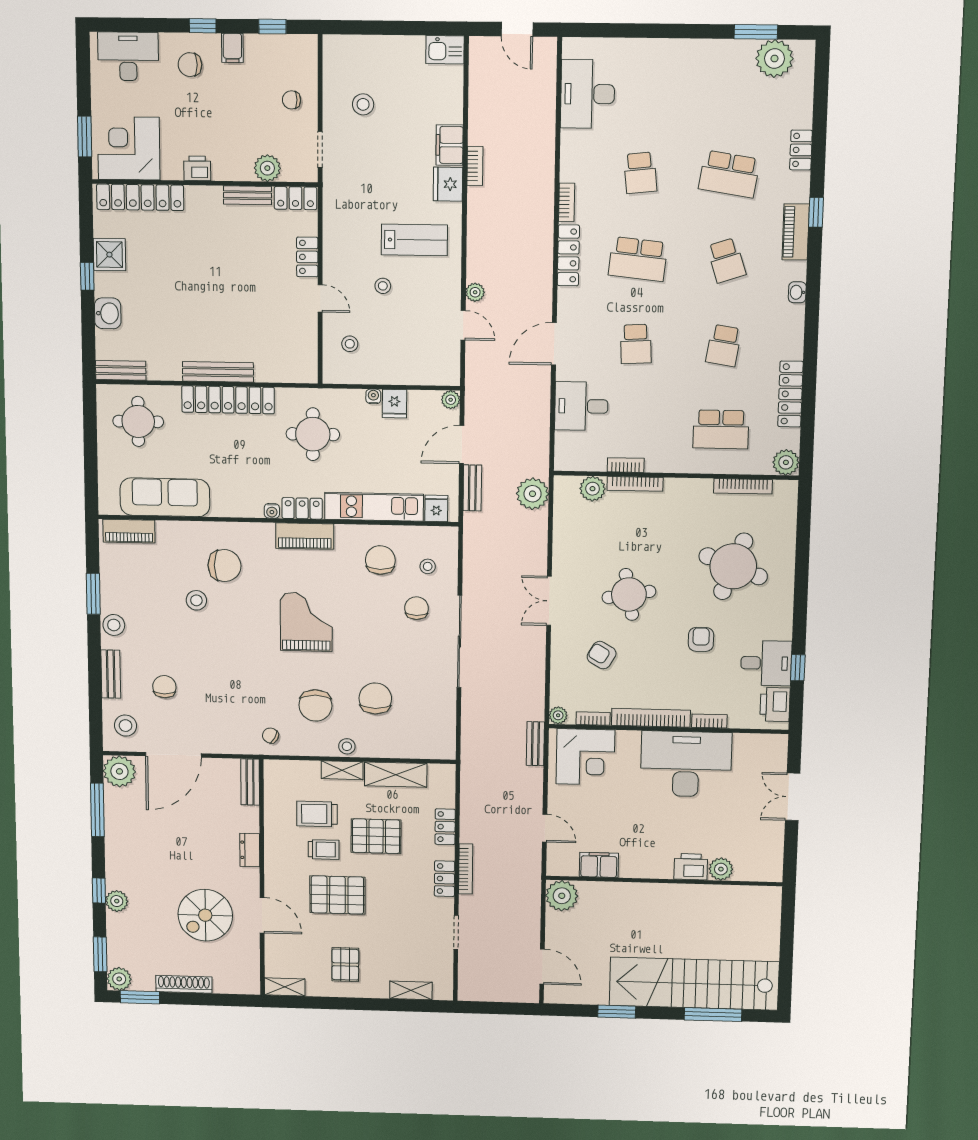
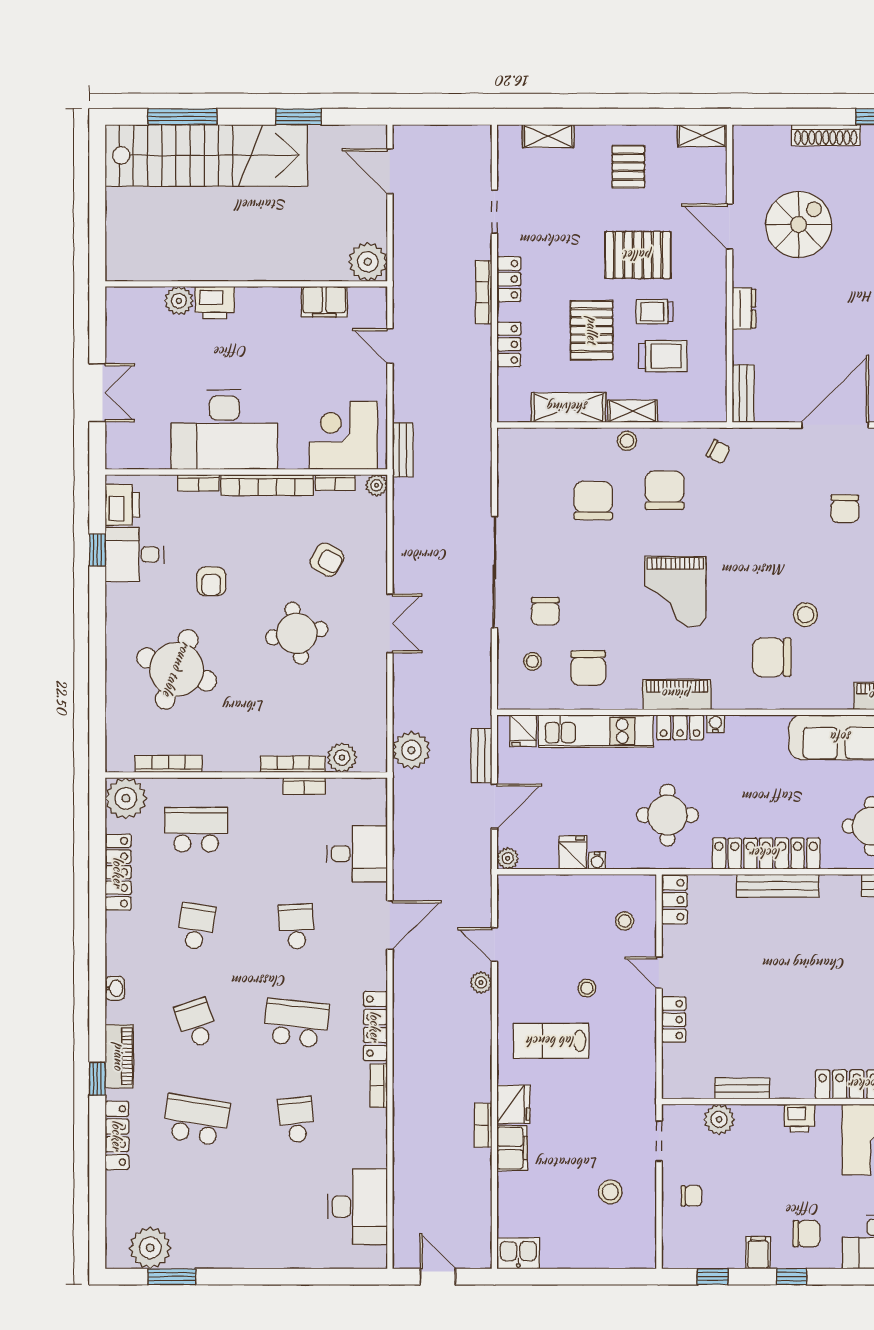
locker: (801, 150) -> (117, 1135), width x1.53
locker: (295, 198) -> (674, 900), moved, turned 90
plant: (786, 462) -> (126, 798), width x1.36, depth x1.36
chair: (375, 698) -> (593, 500), turned 180
pallet: (376, 836) -> (592, 330), turned 90

